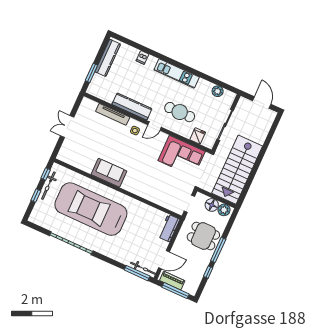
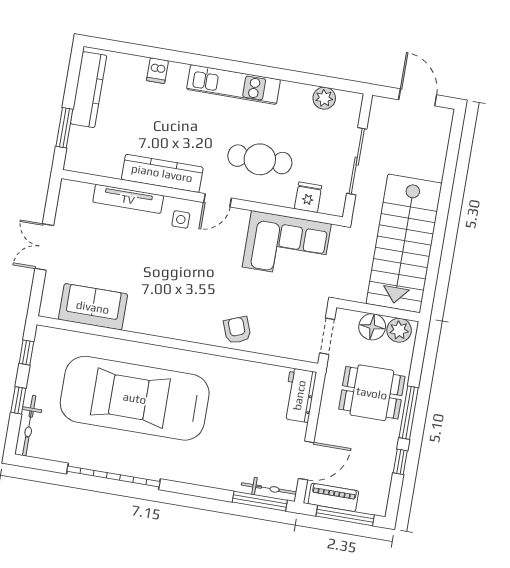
sofa: (109, 173) -> (93, 307), moved
bicycle: (48, 186) -> (29, 426), moved
armchair: (148, 190) -> (237, 330), added

